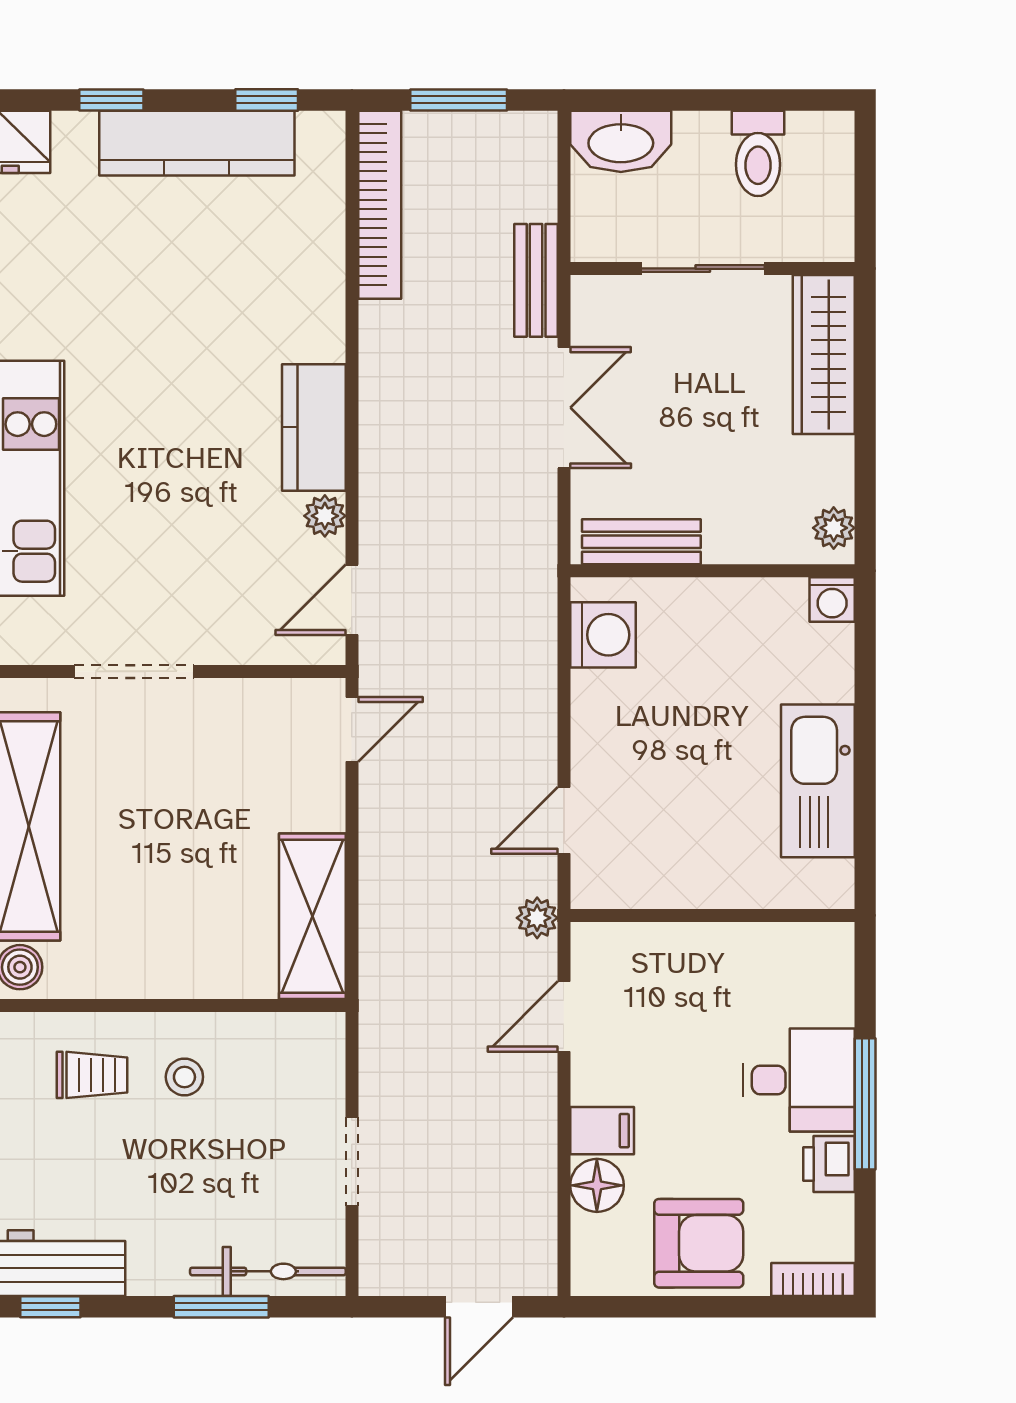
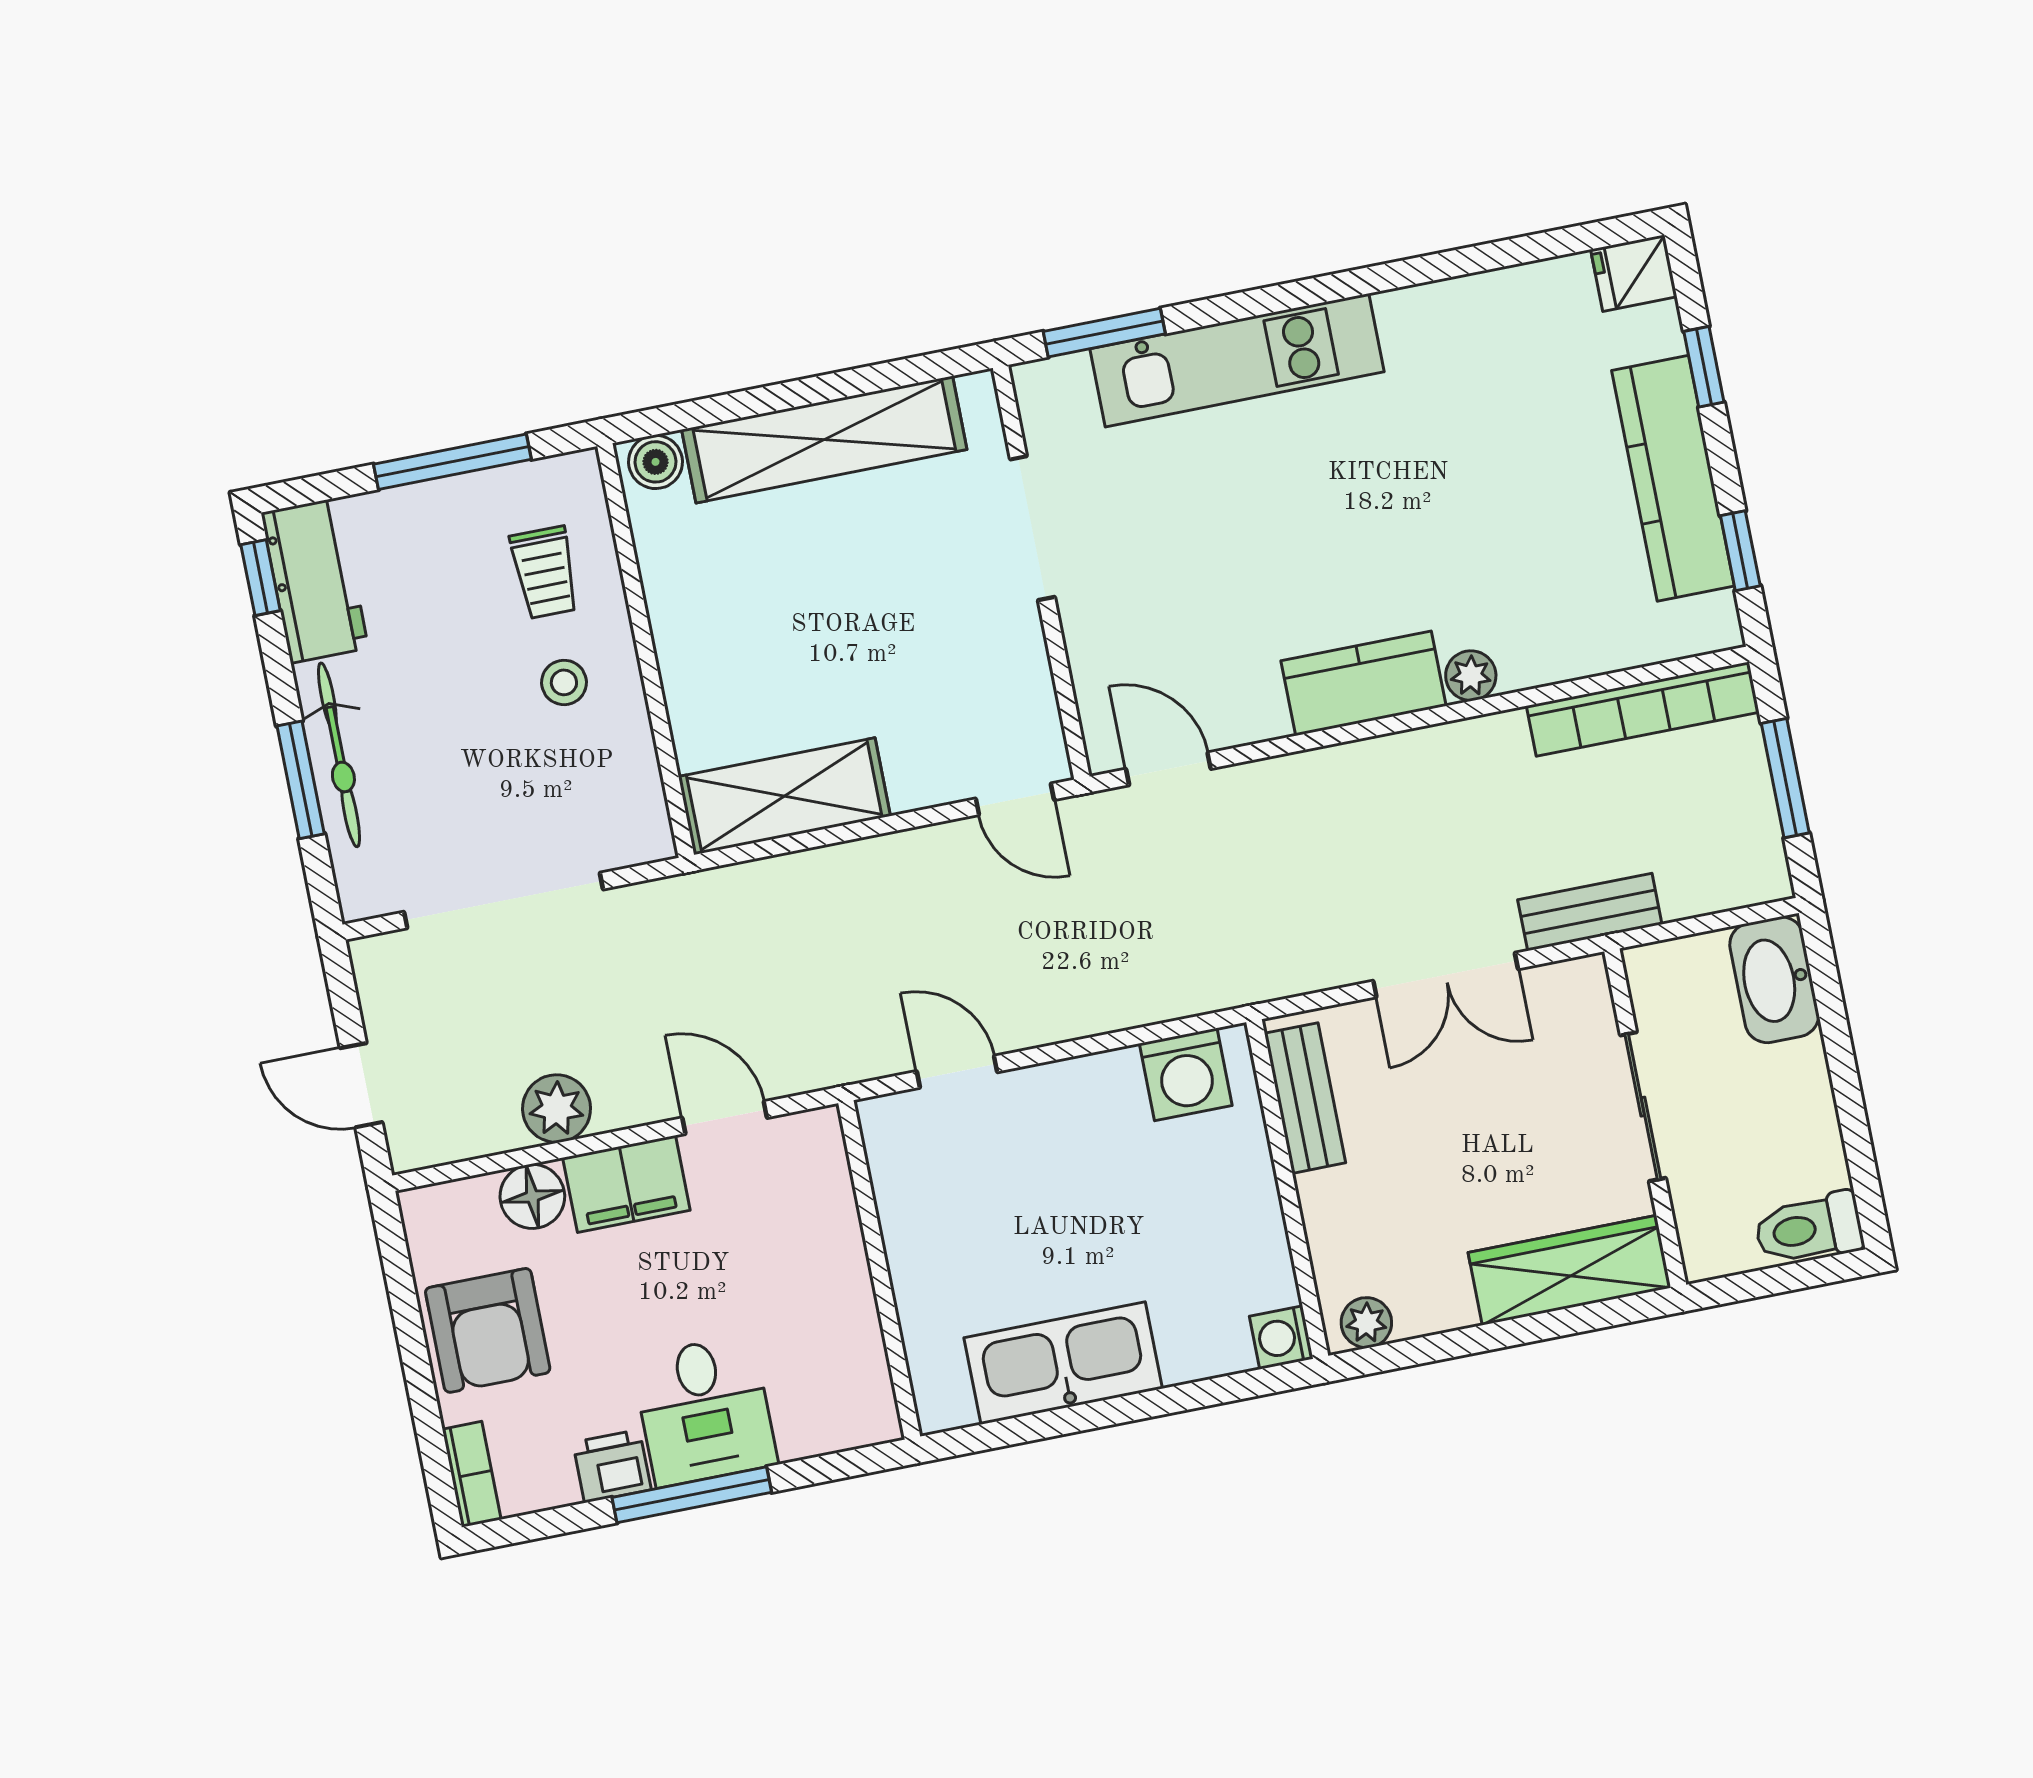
toilet: (758, 153) -> (1809, 1229), moved
plant: (325, 516) -> (1471, 676), moved
plant: (537, 918) -> (557, 1109), moved, width x1.38, depth x1.38
filing cabinet: (602, 1131) -> (626, 1184), width x2.00
doorway: (352, 1161) -> (504, 901), width x1.88
bicycle: (268, 1271) -> (339, 755), moved

